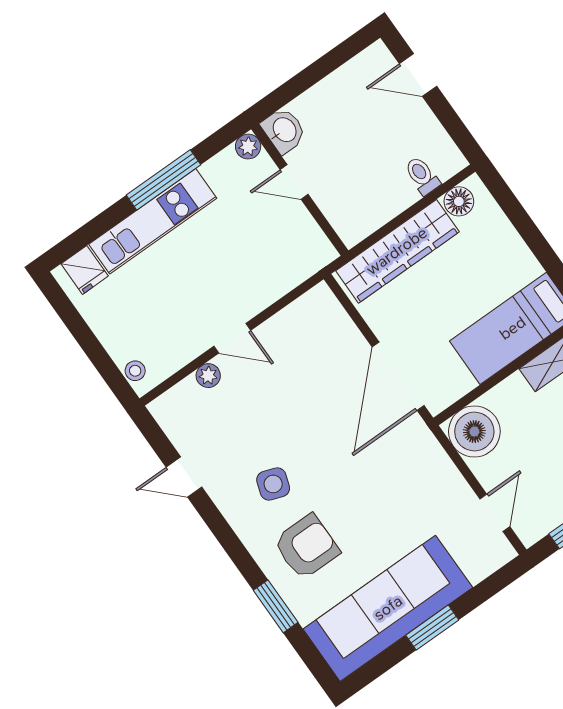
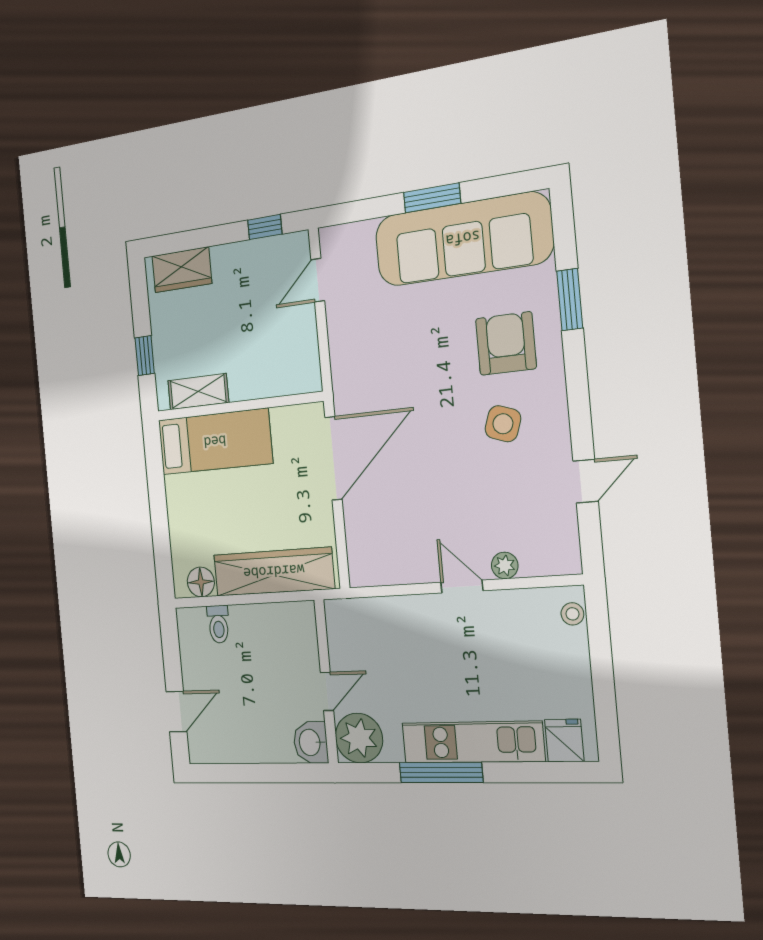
door: (418, 75) -> (177, 712), hinge flipped
plant: (248, 147) -> (359, 738), width x1.88, depth x1.88
door: (294, 182) -> (327, 691), hinge flipped
boiler: (474, 432) -> (295, 367), removed
door: (184, 477) -> (586, 481), hinge flipped
armchair: (307, 547) -> (506, 343), turned 90

